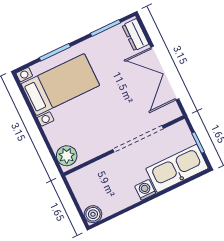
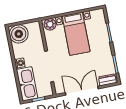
bed with nightstands: (60, 85) -> (76, 34), moved
boiler: (93, 214) -> (19, 34), width x1.86, depth x1.86

